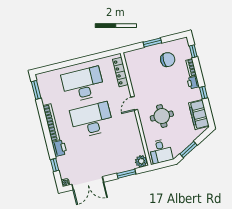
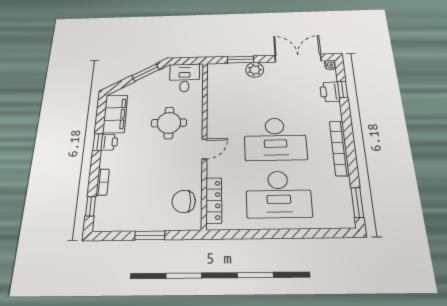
chair: (168, 60) -> (184, 201), moved
printer: (193, 83) -> (109, 142), moved
printer: (59, 148) -> (330, 92), moved
plant: (141, 161) -> (255, 70), moved

